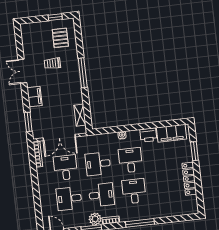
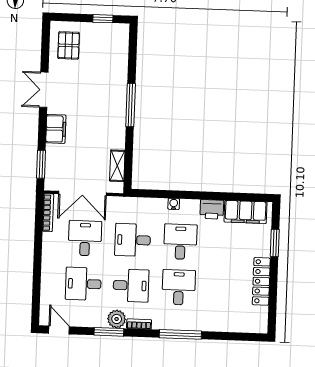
pallet: (60, 38) -> (69, 45), moved
trolley: (52, 63) -> (89, 85), removed

